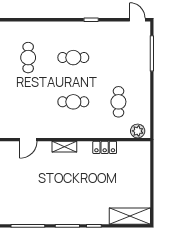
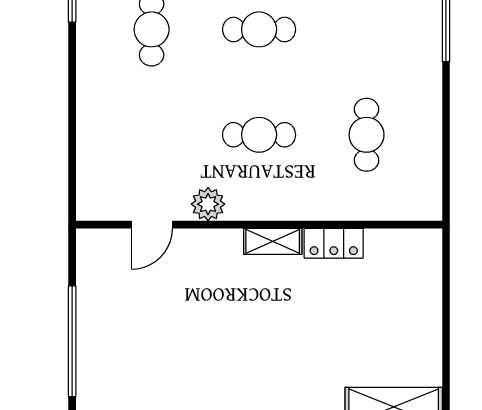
plant: (138, 131) -> (208, 204), moved
shelving: (64, 147) -> (273, 241), moved

